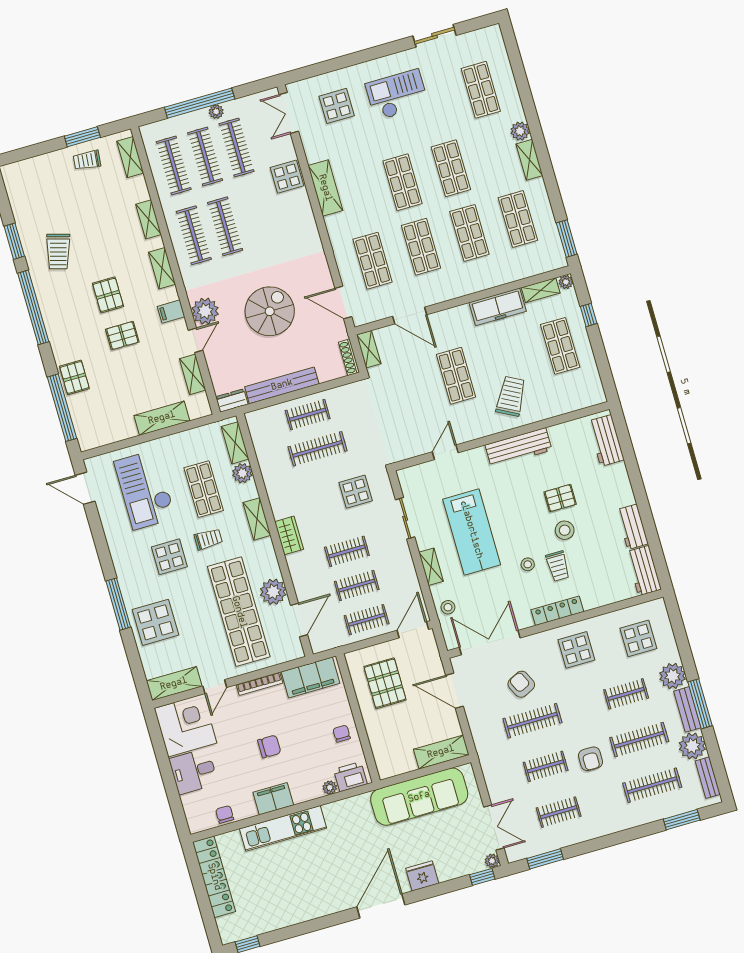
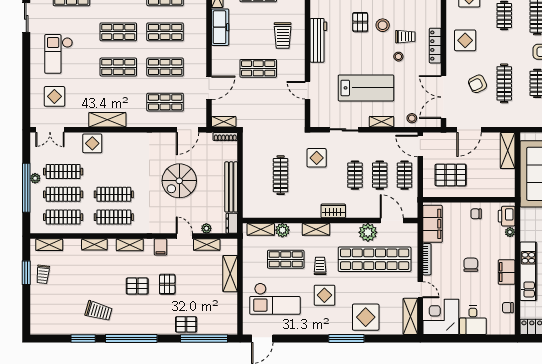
plant: (205, 311) -> (206, 228), moved, width x0.53, depth x0.53
spiral stairs: (270, 311) -> (179, 181), turned -90
trolley: (511, 396) -> (283, 35), turned -118
clothes rail: (308, 415) -> (256, 175), removed

